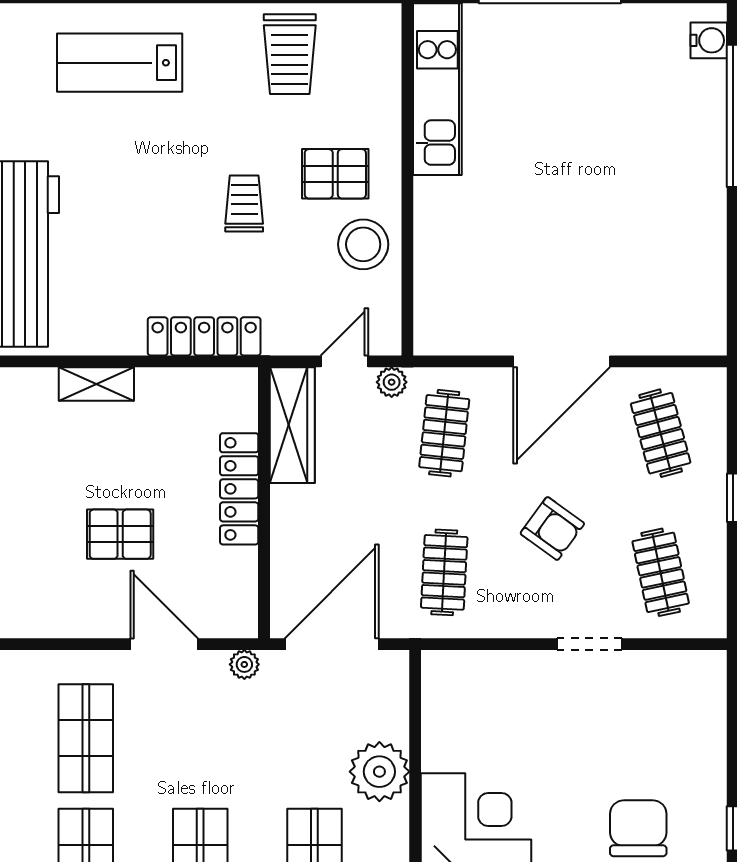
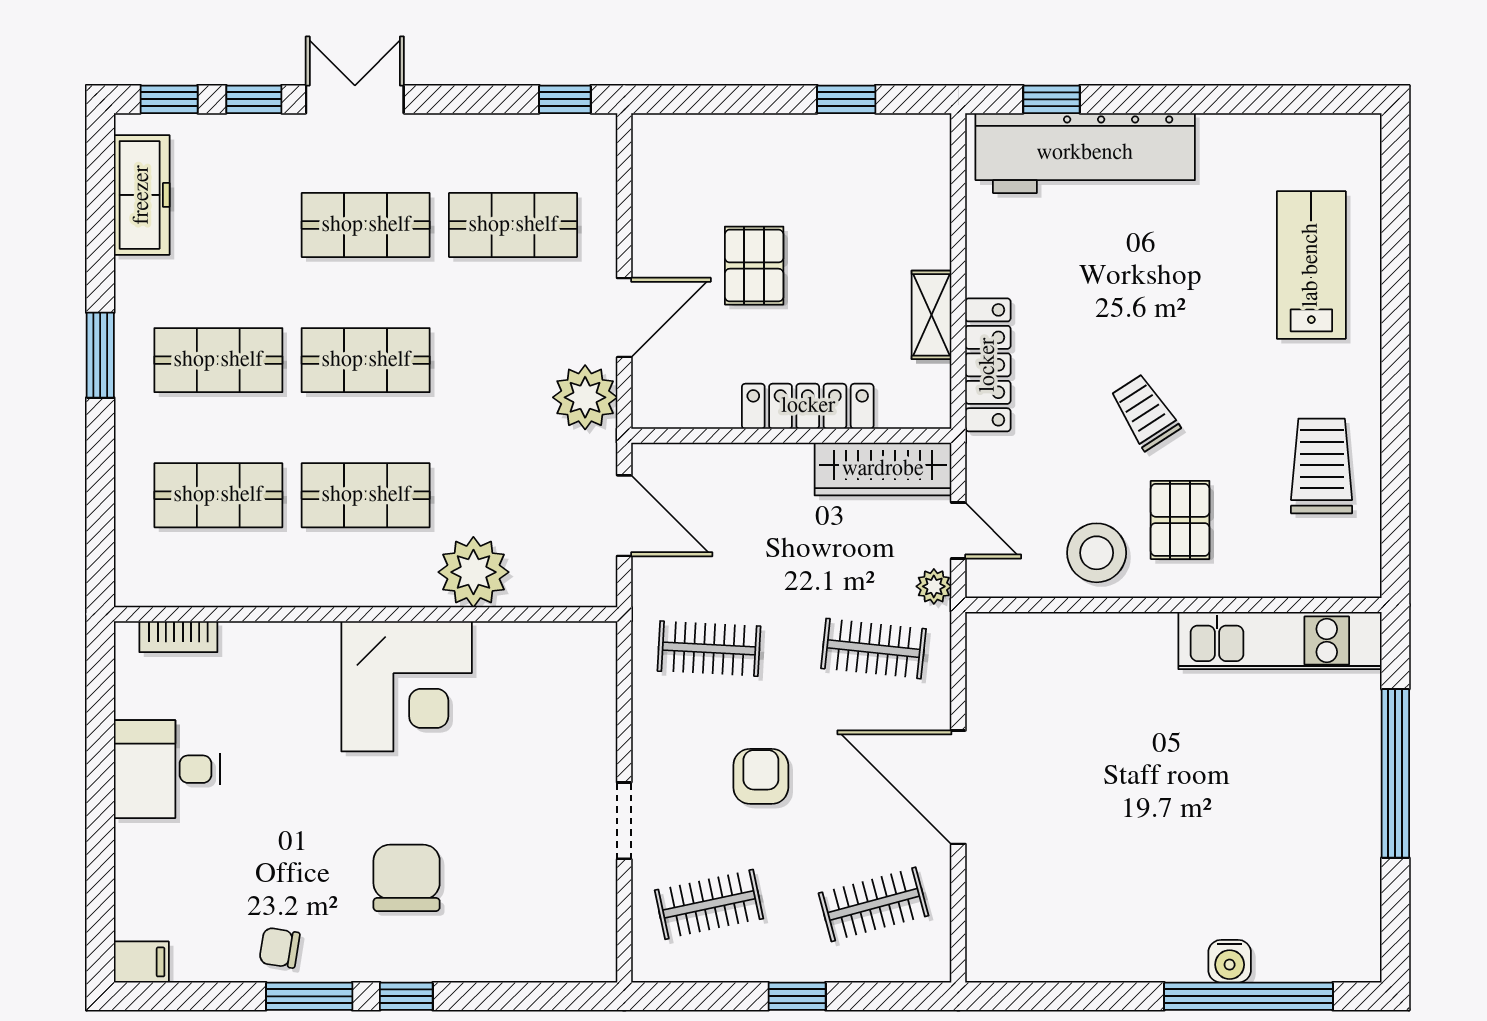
water cooler: (709, 40) -> (1230, 961), moved
trolley: (290, 54) -> (1322, 466), turned 90
trolley: (244, 204) -> (1145, 412), turned -123
shelving: (96, 384) -> (932, 315), moved
armchair: (552, 529) -> (761, 776), turned 144
door: (332, 644) -> (624, 516), width x0.73
plant: (244, 664) -> (585, 397), width x1.88, depth x1.88
chair: (638, 828) -> (407, 878), turned -90

